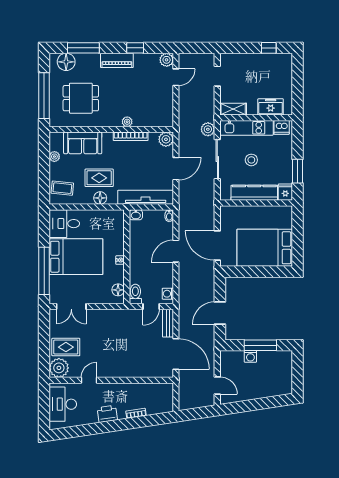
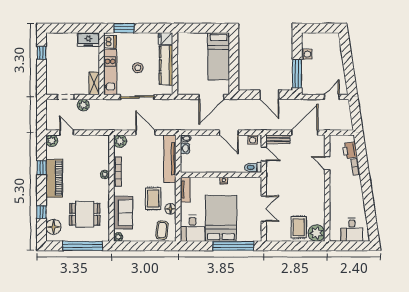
window: (83, 48) -> (41, 212), width x0.46
piano: (117, 60) -> (54, 178), width x1.37, depth x1.33
dining table: (81, 98) -> (85, 214), turned 90
freezer: (271, 107) -> (88, 40), moved, turned -90
plant: (208, 129) -> (83, 105), moved
plant: (54, 157) -> (118, 237), moved
window: (297, 171) -> (124, 28), moved
floor lamp: (100, 198) -> (171, 209), moved
tv unit: (110, 215) -> (185, 190), added
washbasin: (136, 215) -> (185, 148), moved
bed: (265, 248) -> (219, 56), width x0.67
door: (176, 251) -> (229, 133), moved
floor lamp: (118, 290) -> (249, 182), removed
double door: (71, 307) -> (264, 209), moved
window: (260, 345) -> (297, 74), moved
washing machine: (250, 356) -> (307, 54), moved
door: (89, 380) -> (327, 163), moved
desk: (63, 404) -> (352, 230), width x0.73
printer: (107, 414) -> (350, 150), moved

